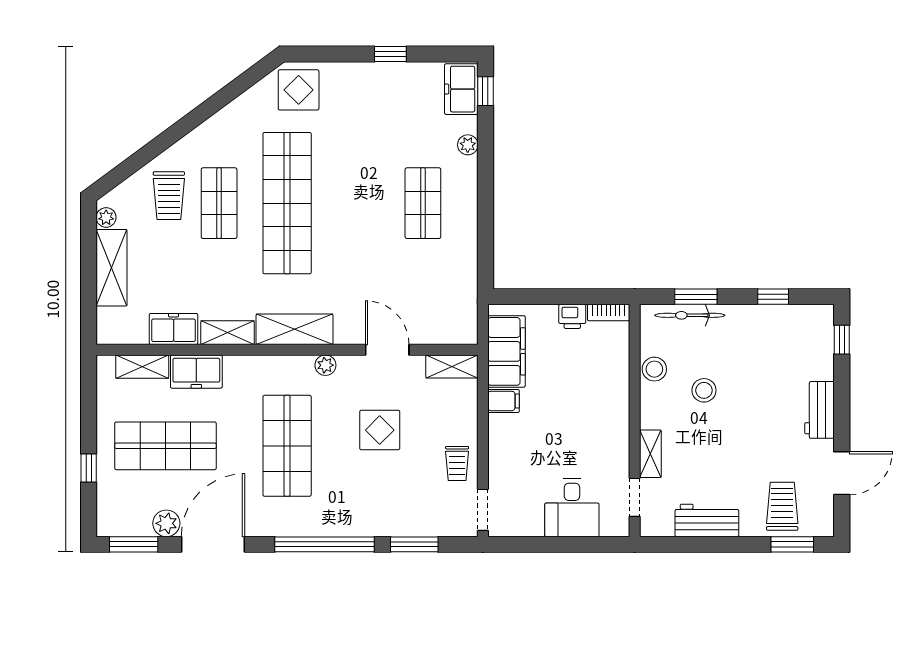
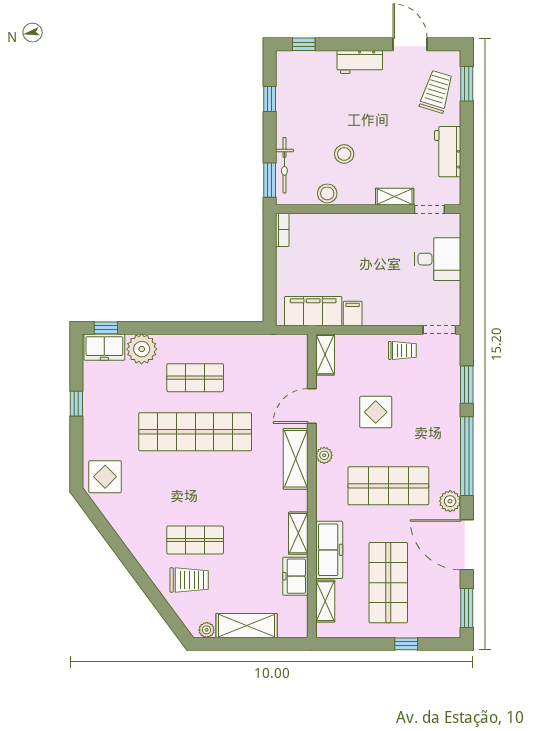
plant: (468, 145) -> (142, 349), width x1.87, depth x1.87
shop shelf: (287, 203) -> (195, 432), moved
window: (696, 297) -> (270, 180), moved
printer: (572, 316) -> (285, 259), removed
shelving: (295, 329) -> (296, 459), moved
freezer: (196, 372) -> (329, 550), width x1.40
trolley: (782, 506) -> (436, 92), turned 107
plant: (166, 523) -> (450, 501), moved

